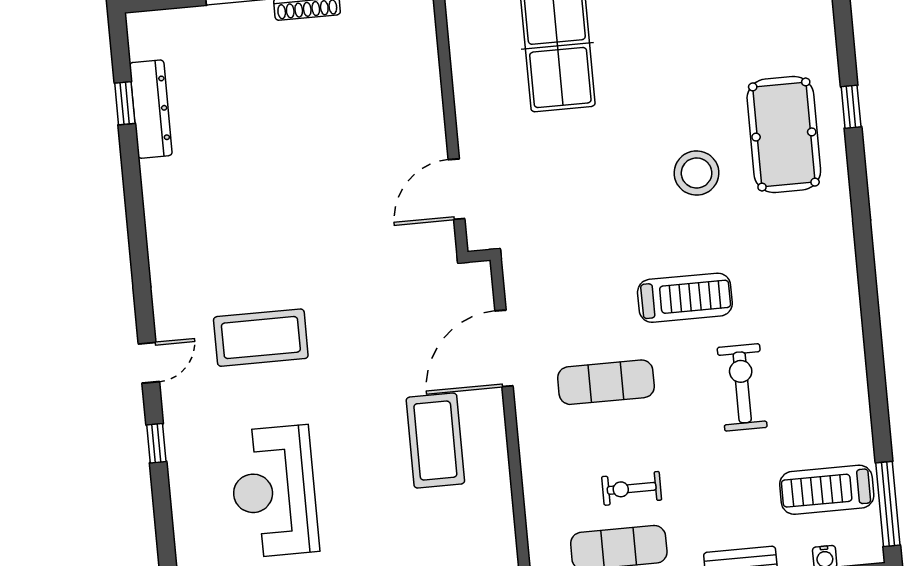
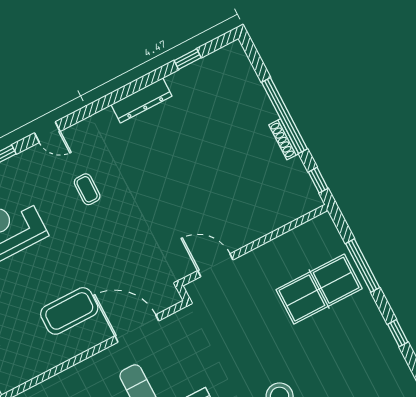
dresser: (151, 109) -> (142, 100), moved
coffee table: (261, 338) -> (87, 189), width x0.54, depth x0.58

